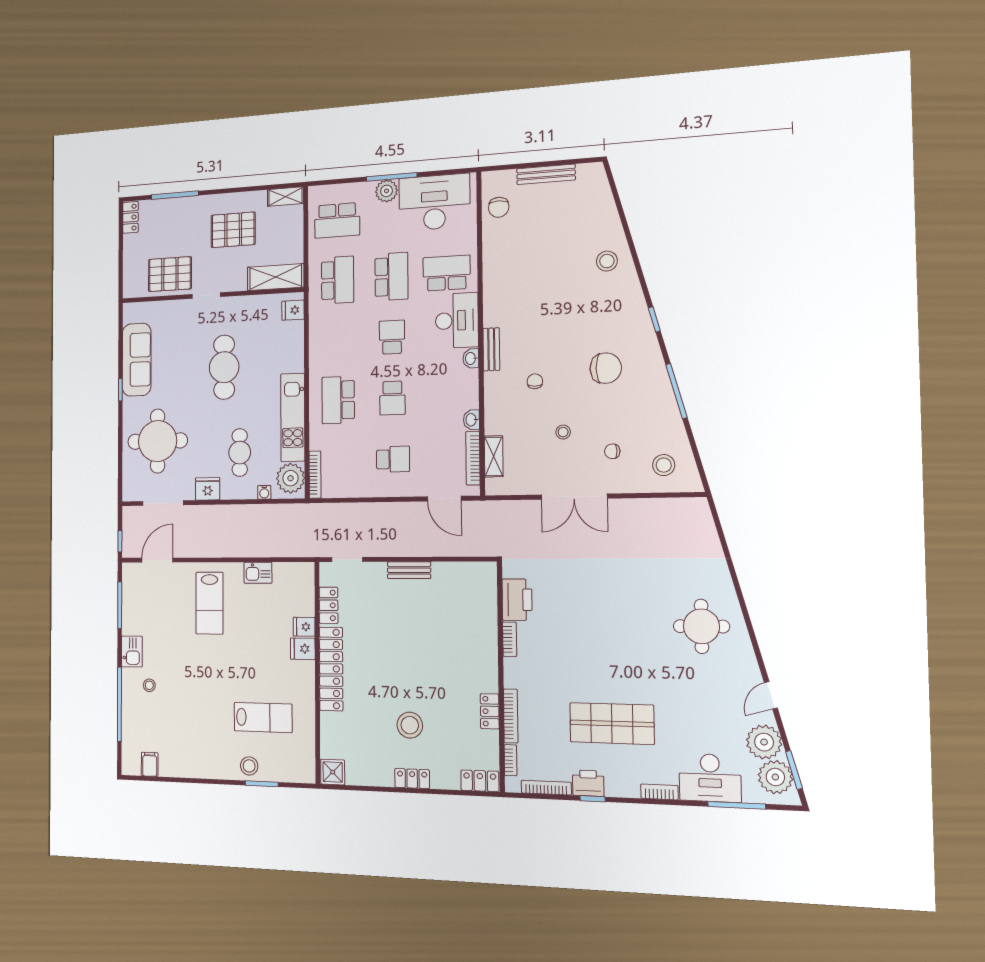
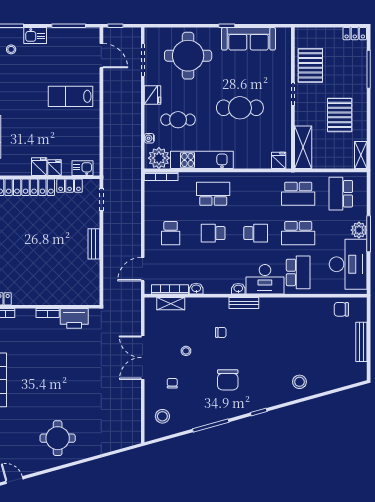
kitchen sink: (258, 573) -> (83, 168), moved, turned 90

